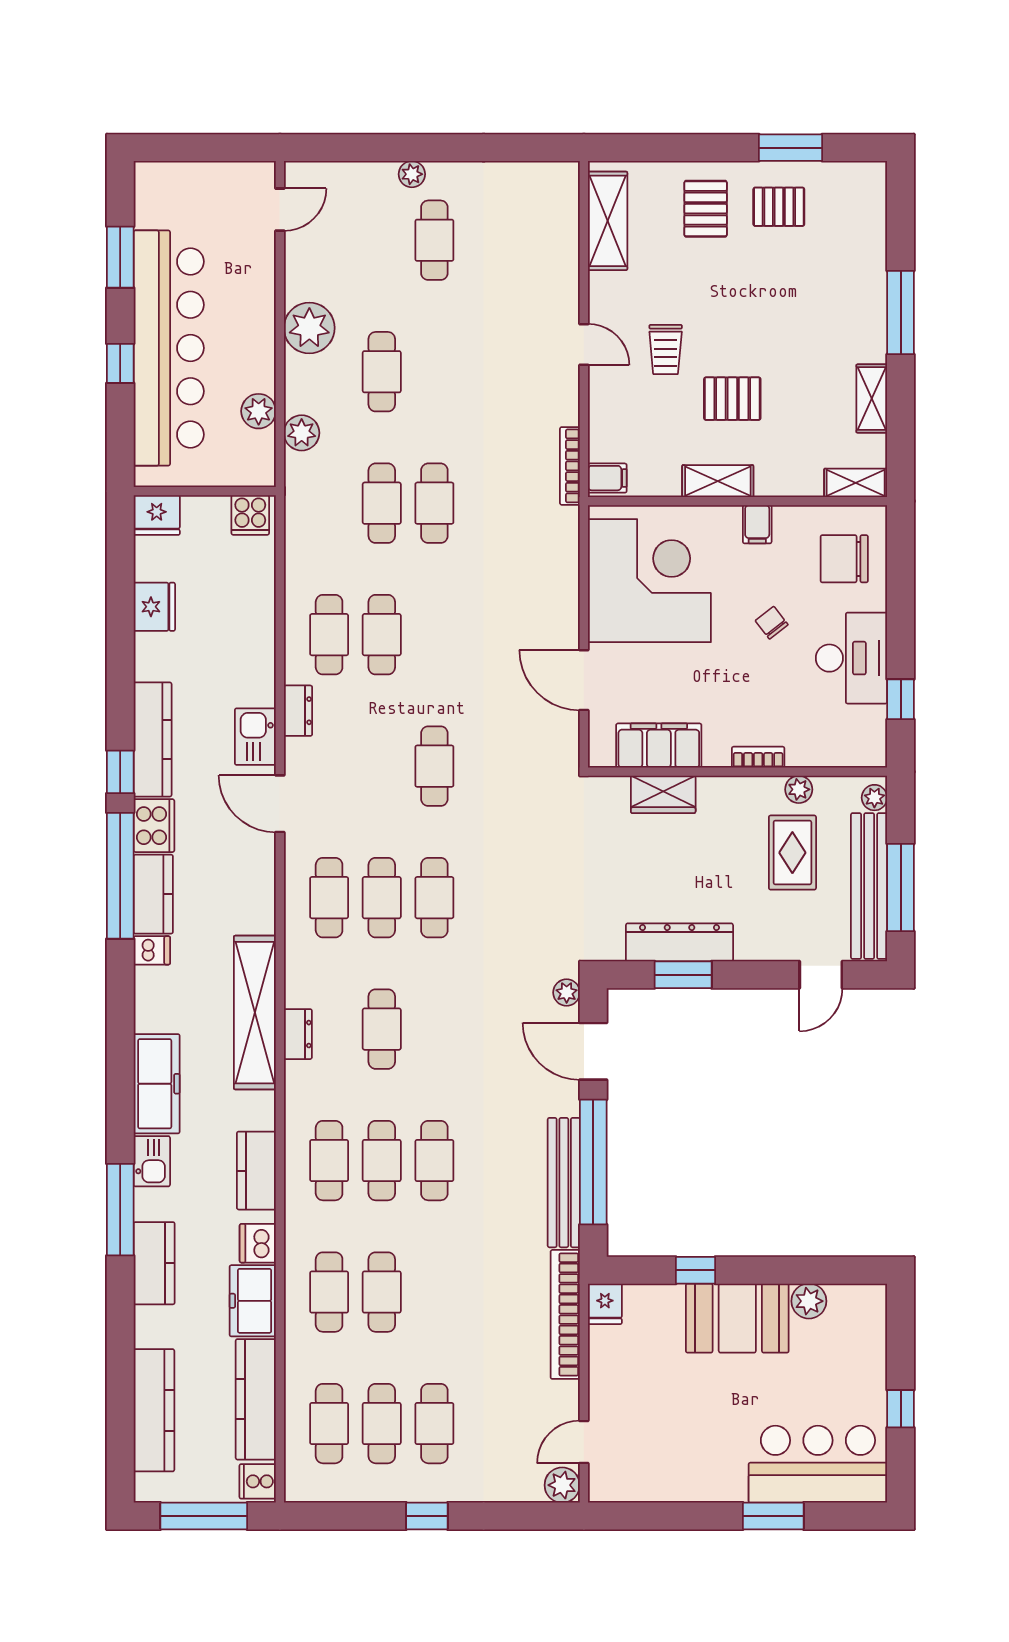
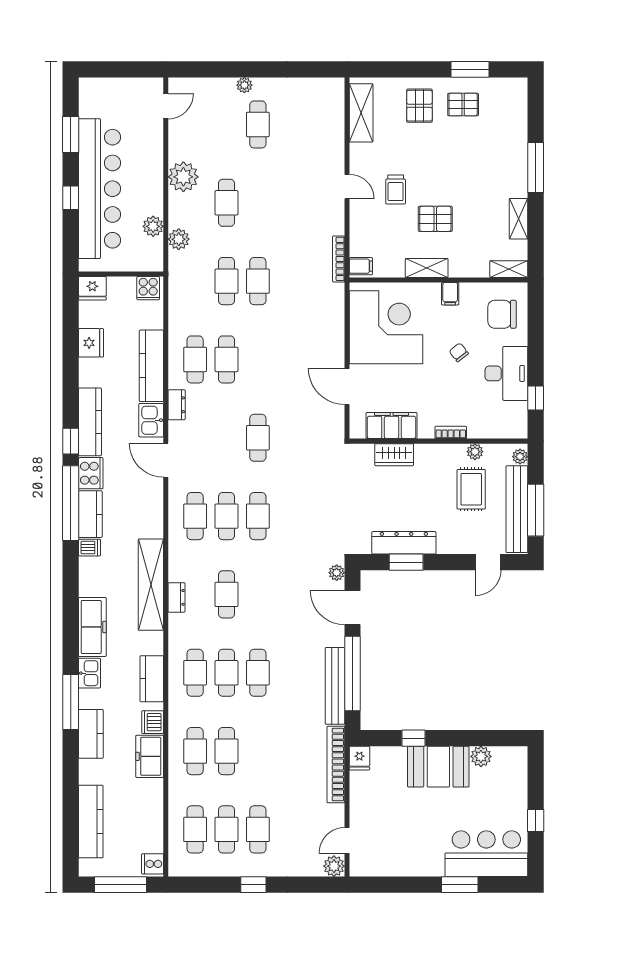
kitchen counter: (256, 1399) -> (151, 366), moved

